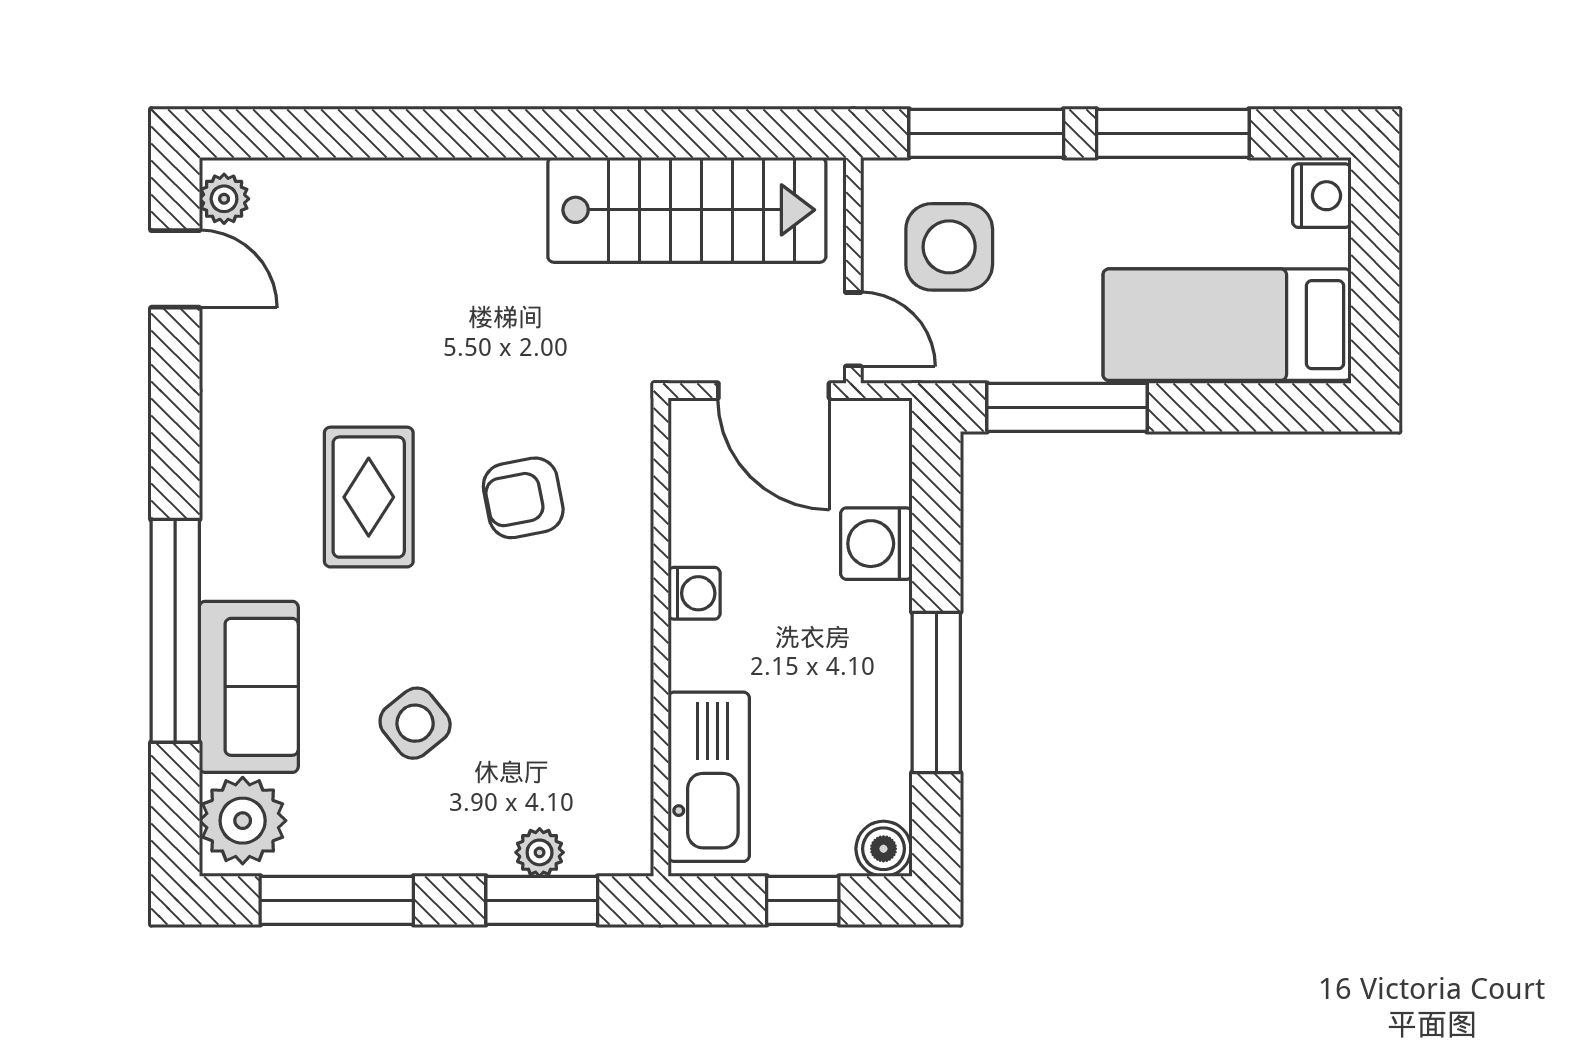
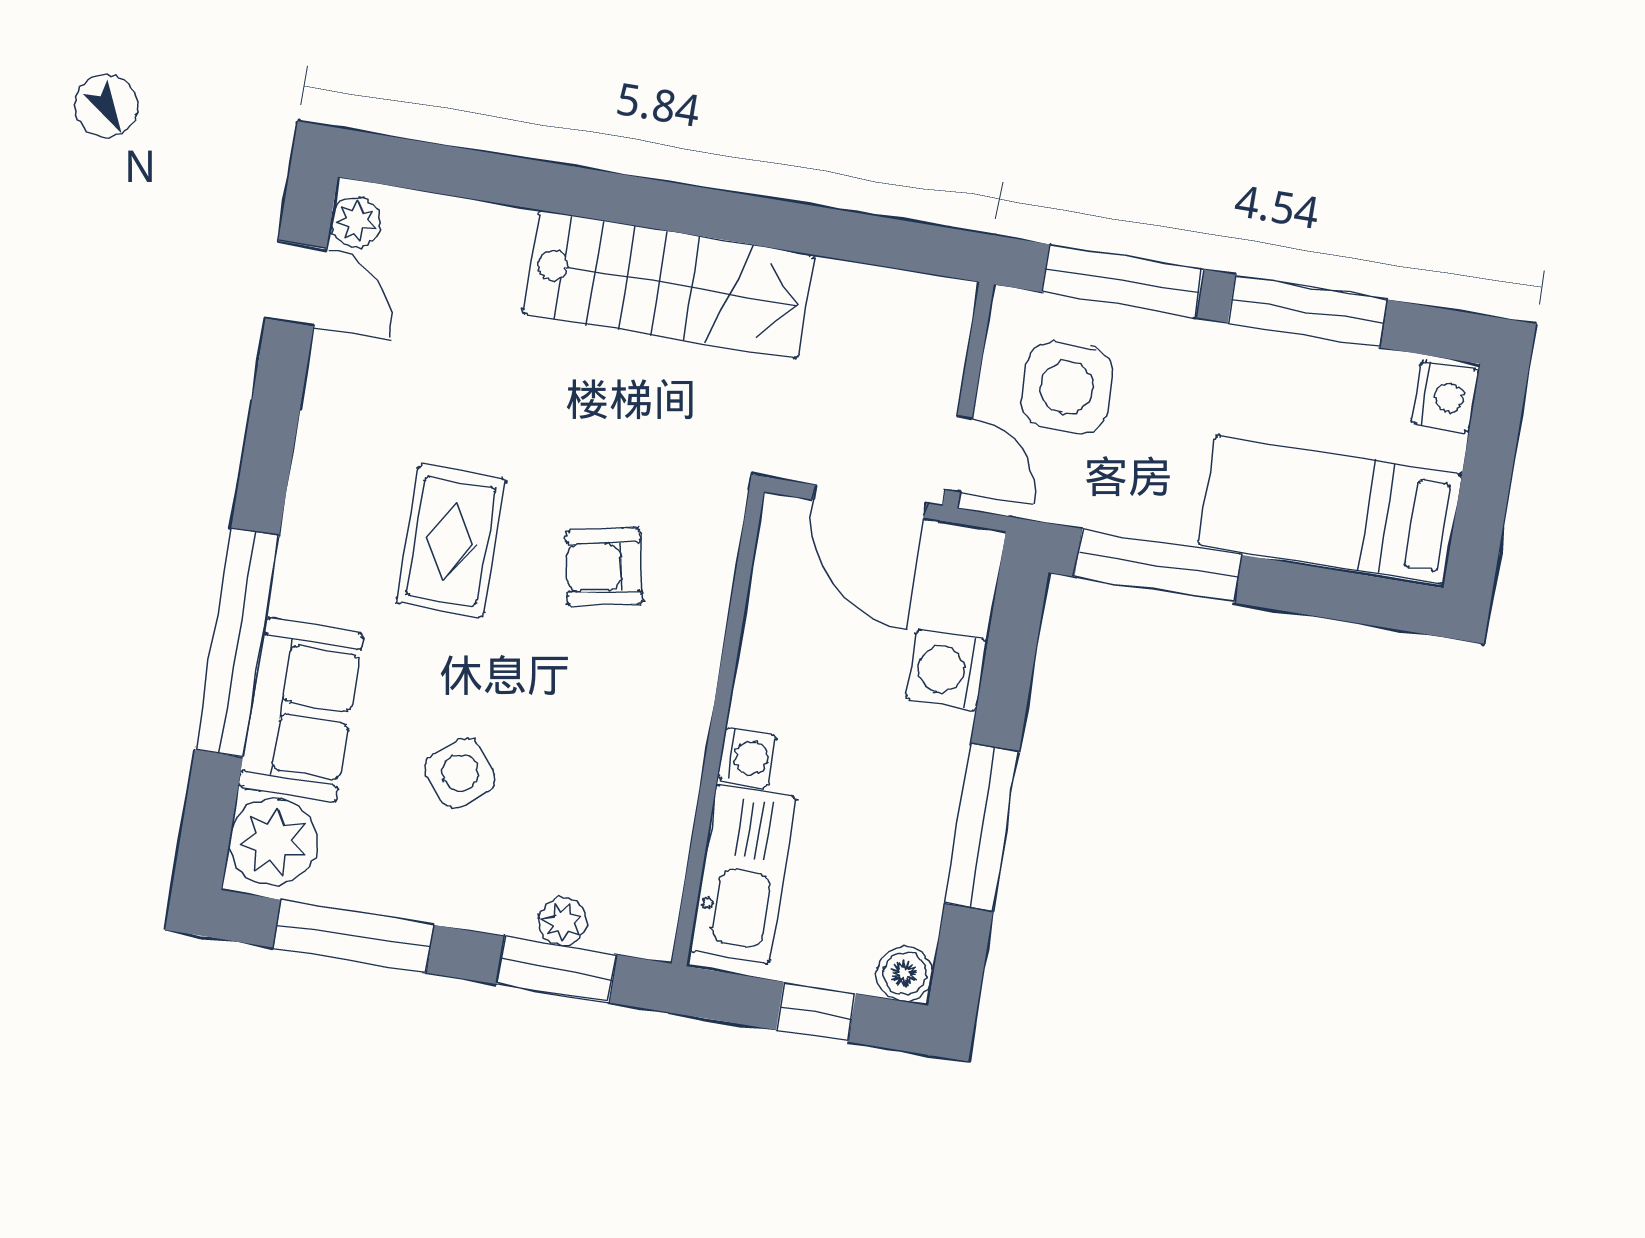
stairs: (687, 210) -> (669, 284), moved
washing machine: (694, 593) -> (747, 757), moved

